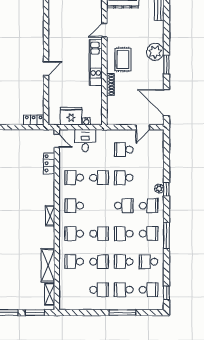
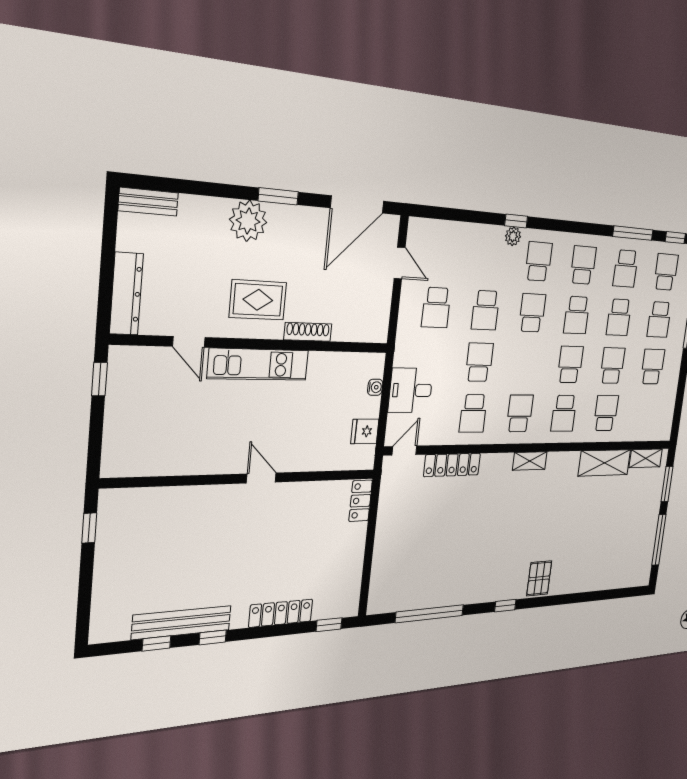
fridge: (71, 116) -> (365, 431), width x0.53, depth x0.75
locker: (49, 163) -> (452, 465), width x1.53
school desk: (74, 206) -> (520, 413), turned 180
window: (166, 235) -> (633, 233), moved
school desk: (74, 262) -> (606, 413), turned 180

